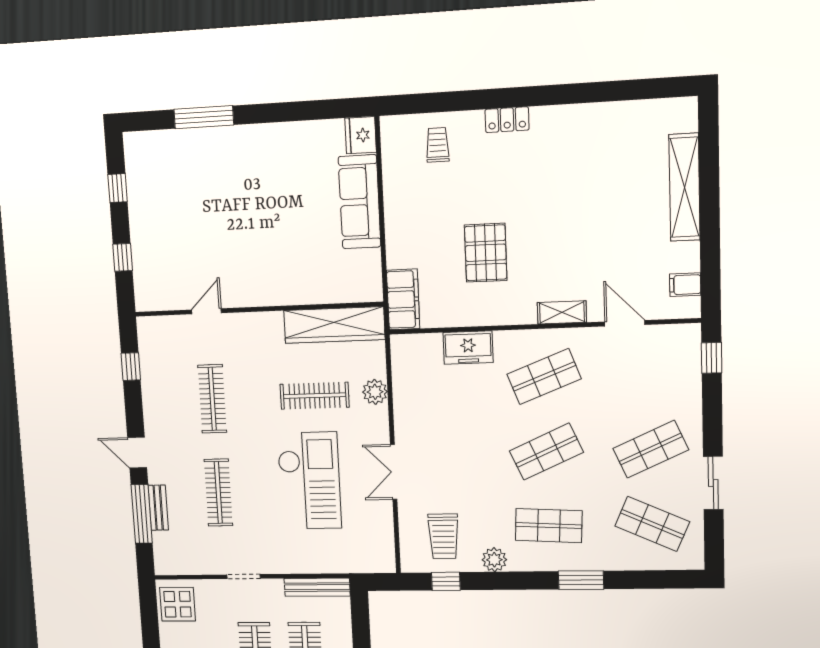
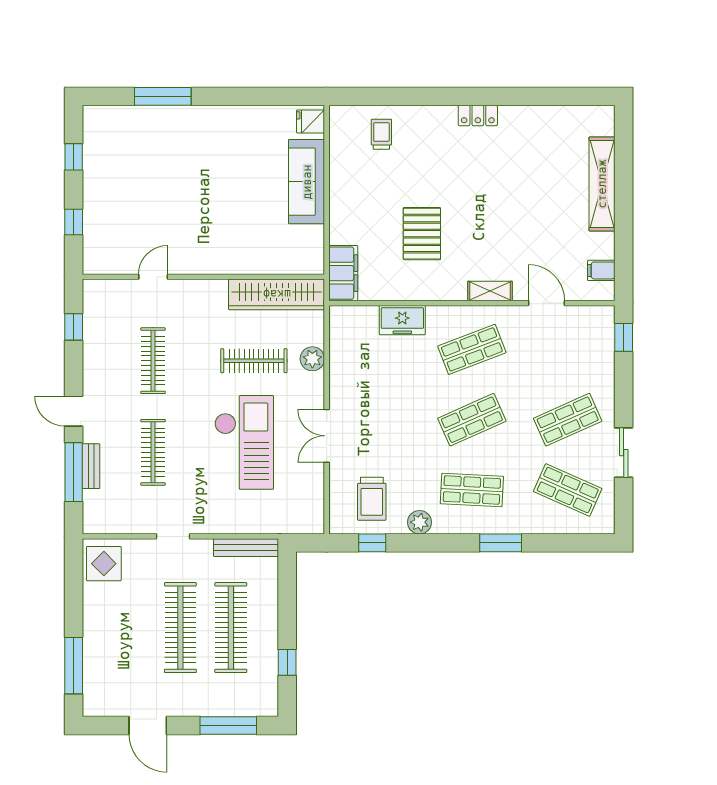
locker: (507, 120) -> (478, 116), moved
fridge: (361, 135) -> (311, 121), width x0.72

